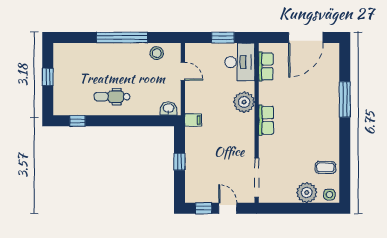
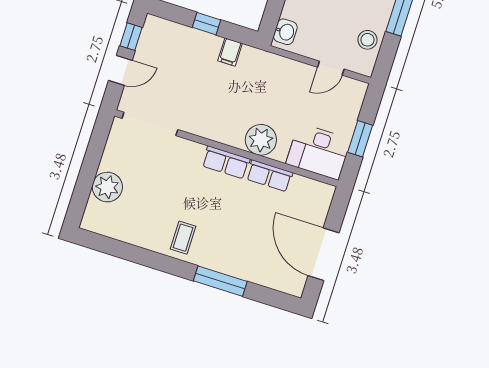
row of seats: (266, 66) -> (269, 176), moved
filing cabinet: (193, 120) -> (230, 52), moved
coffee table: (325, 167) -> (183, 238), moved
side table: (329, 195) -> (94, 218), removed

